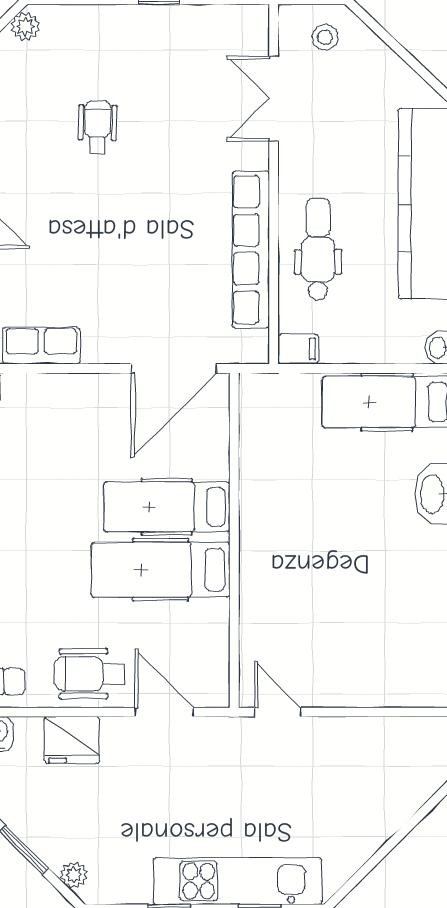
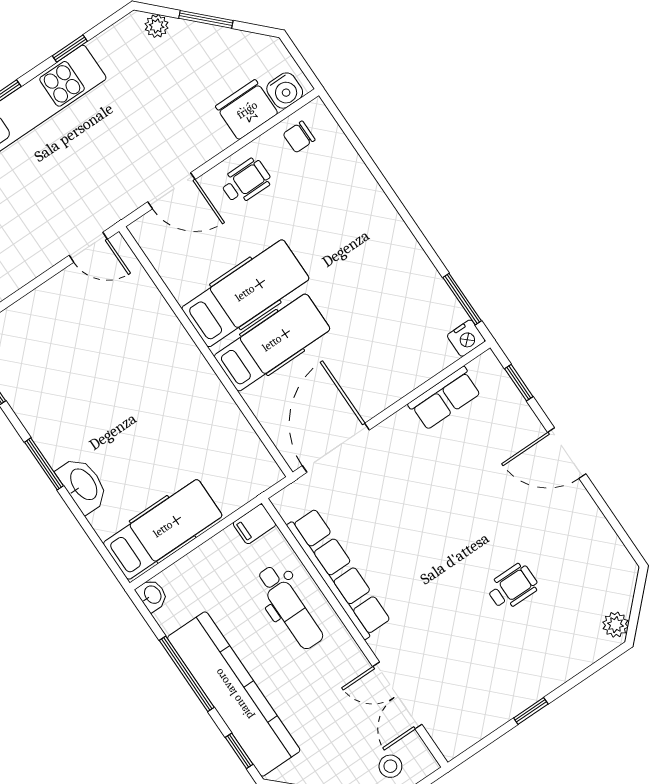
double door: (274, 99) -> (397, 696), swing flipped
wheelchair: (98, 127) -> (512, 587), turned -91
wheelchair: (89, 674) -> (246, 181), width x0.73, depth x0.73
fridge: (72, 740) -> (247, 110), moved

